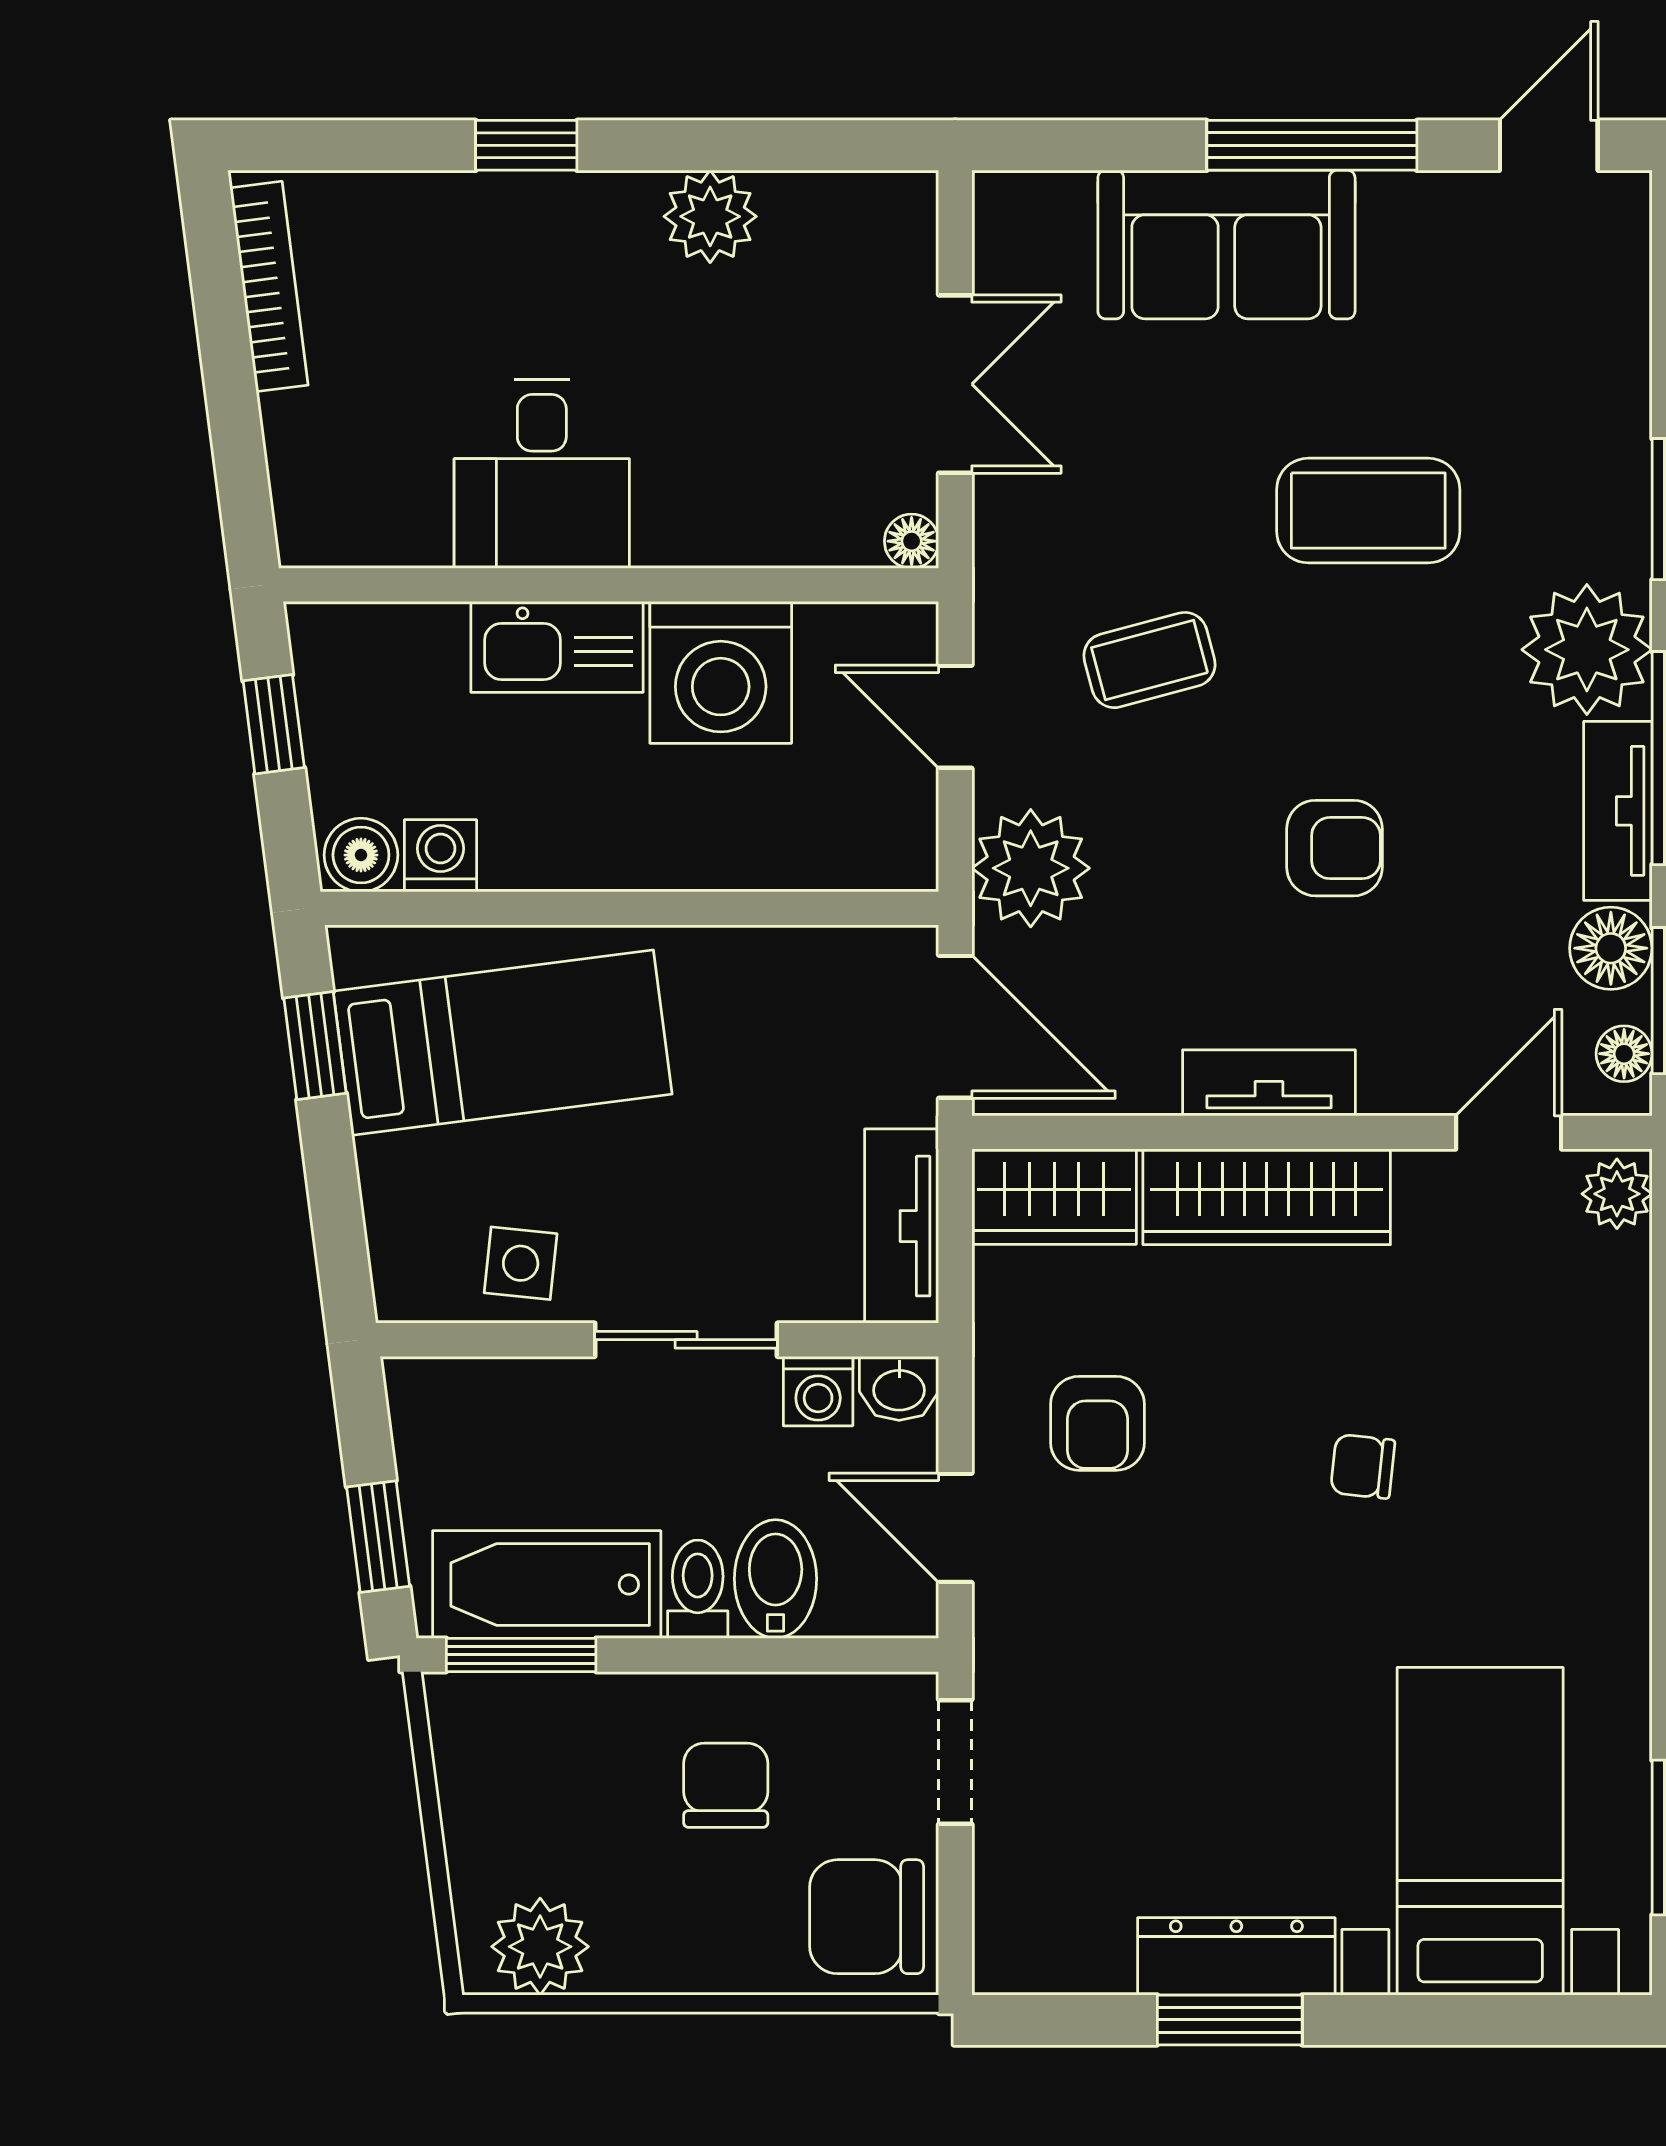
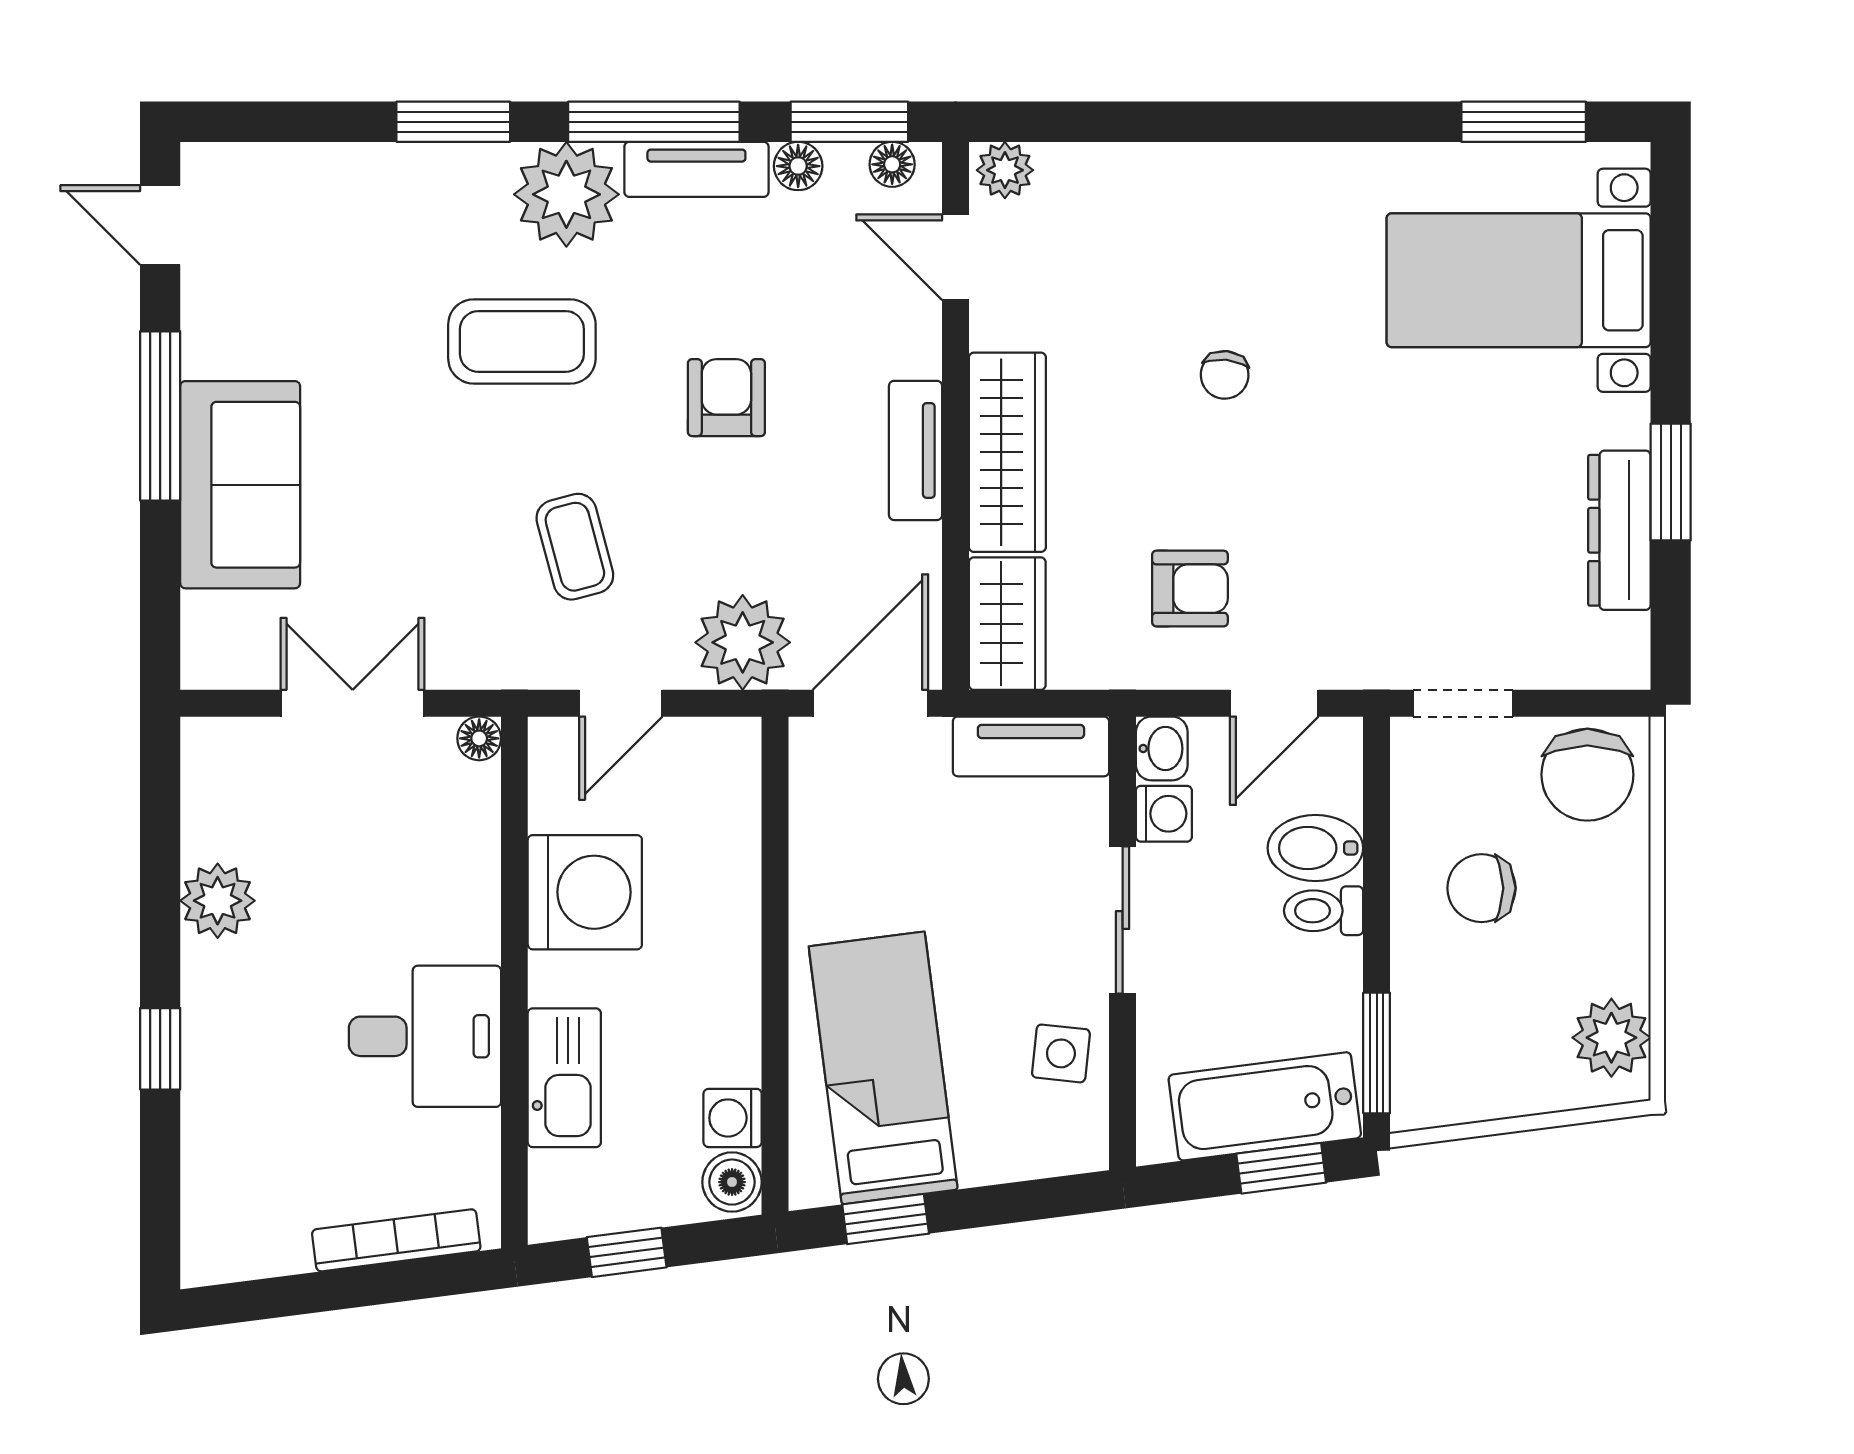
bookcase: (269, 286) -> (396, 1240), moved
coffee table: (1368, 511) -> (522, 341), moved, turned 90
kitchen sink: (557, 647) -> (564, 1078), moved
floor lamp: (1611, 948) -> (798, 166), width x0.73, depth x0.73
bathtub: (547, 1585) -> (1265, 1106), moved, turned 83
dresser: (1236, 1956) -> (1619, 530), moved

